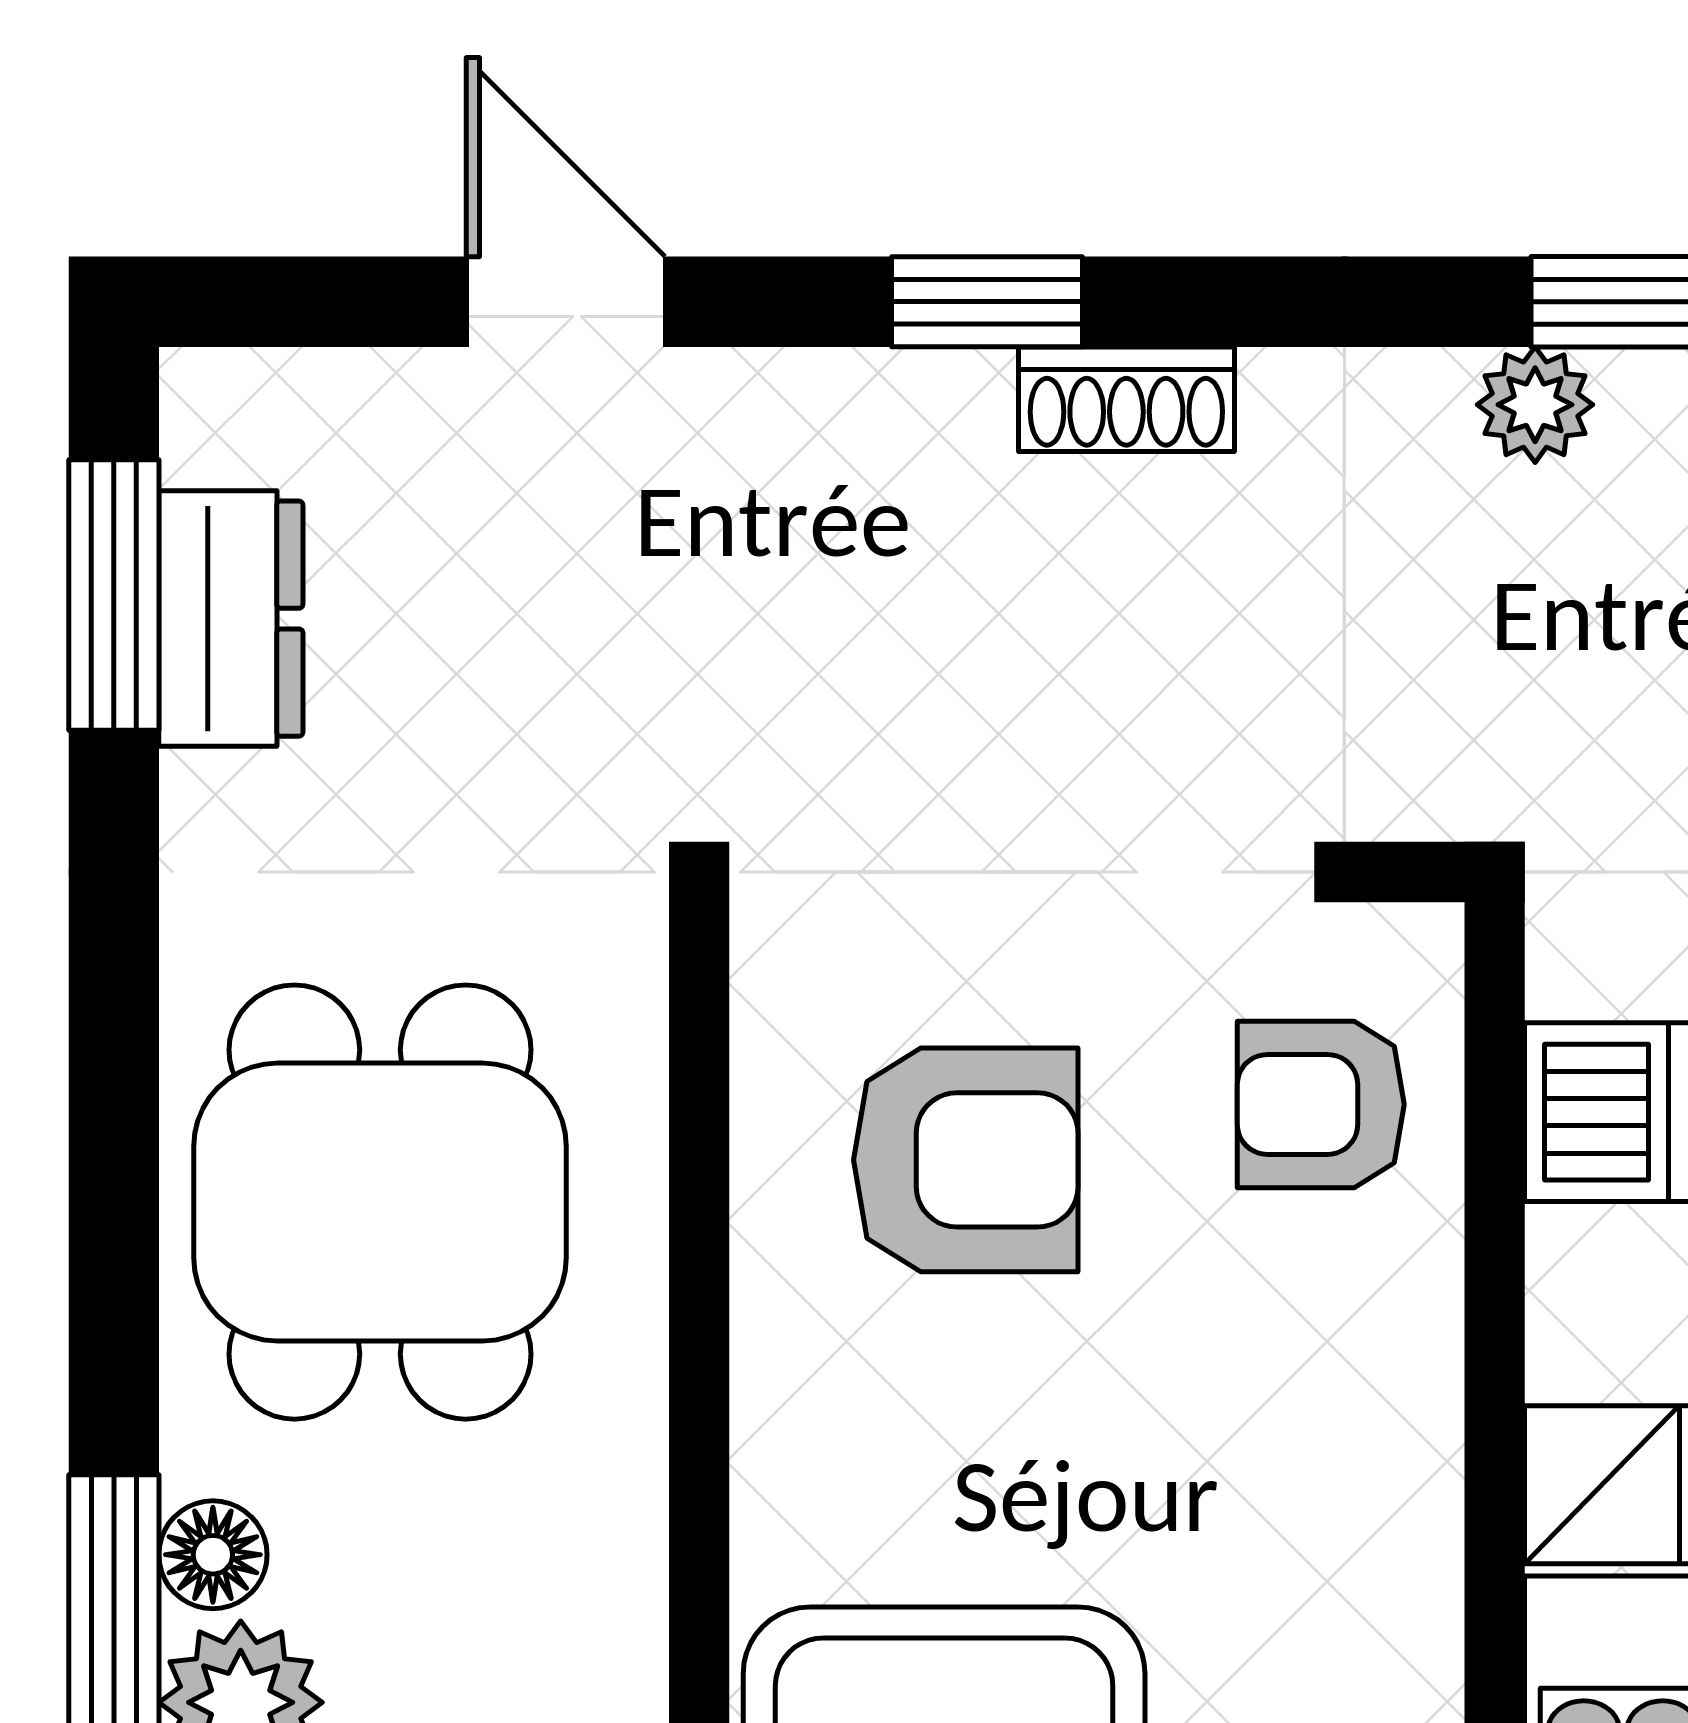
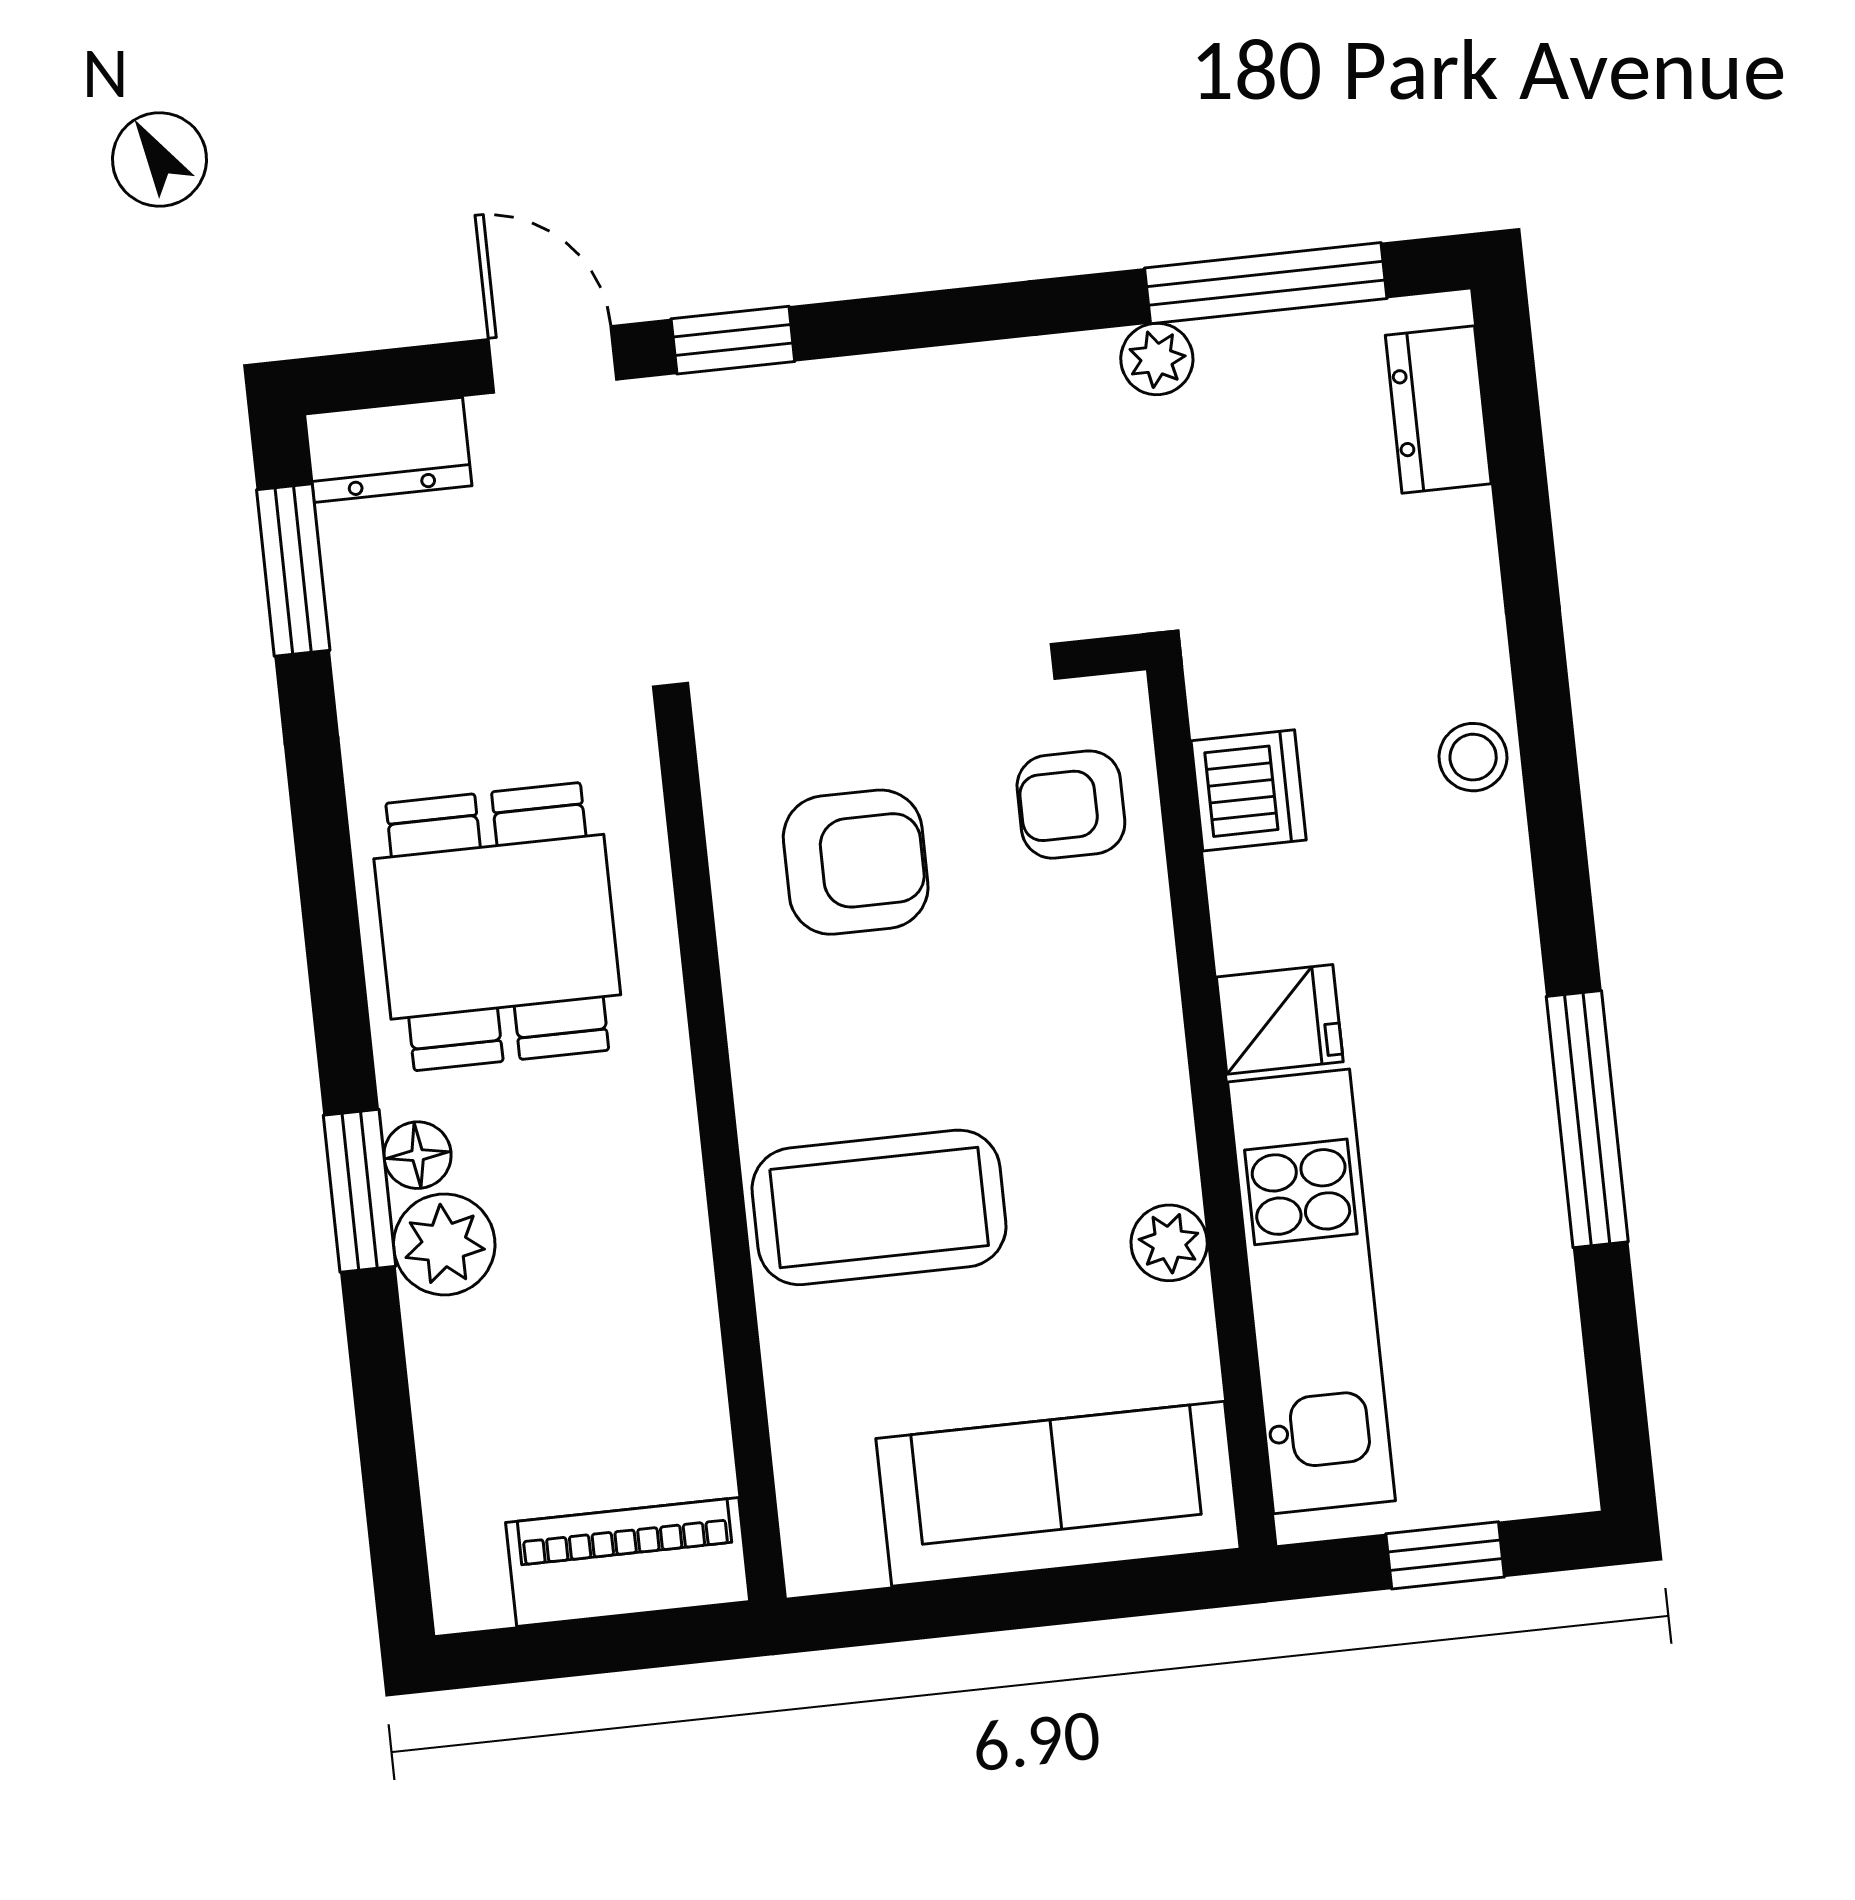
window: (987, 302) -> (733, 340), moved
shoe rack: (1126, 399) -> (905, 382), removed
dresser: (231, 619) -> (388, 450), moved, turned 90

